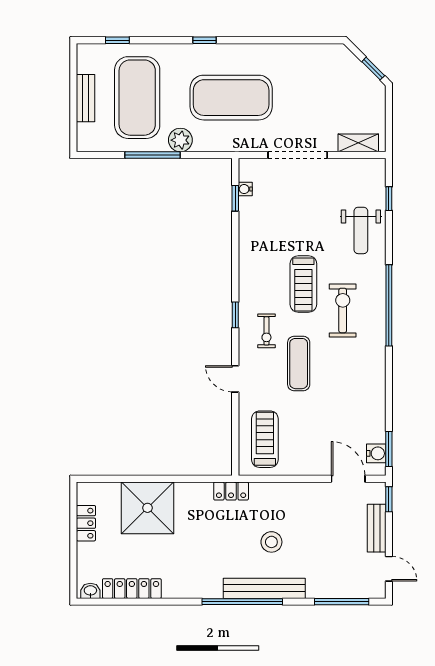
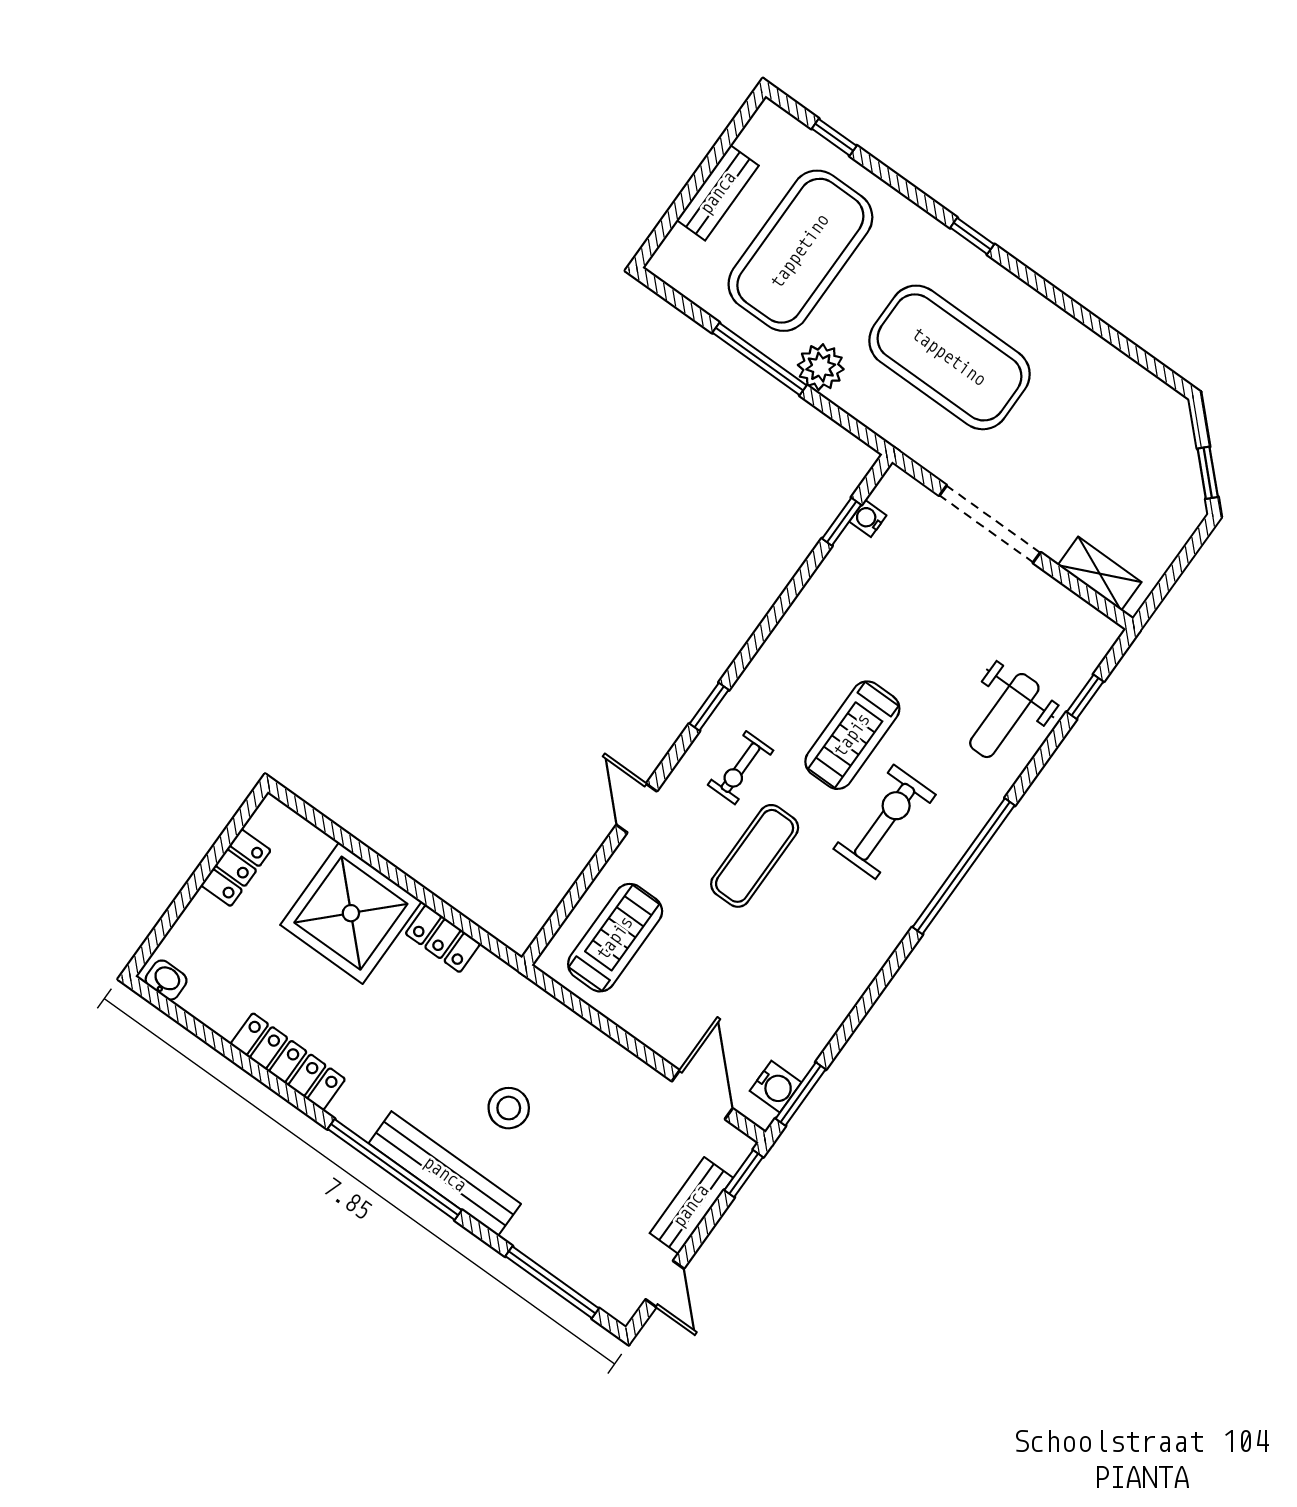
locker: (231, 491) -> (443, 939), moved
locker: (132, 589) -> (288, 1062), moved

